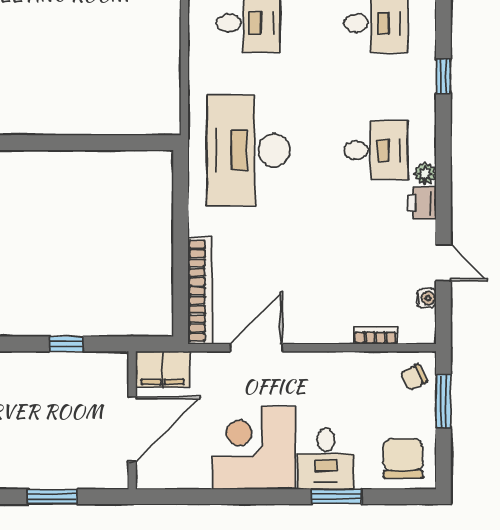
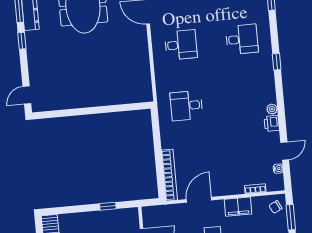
desk: (248, 150) -> (186, 106), width x0.53, depth x0.77
desk: (376, 150) -> (247, 100), removed
door: (443, 263) -> (285, 151), hinge flipped
filing cabinet: (163, 369) -> (238, 207), moved

